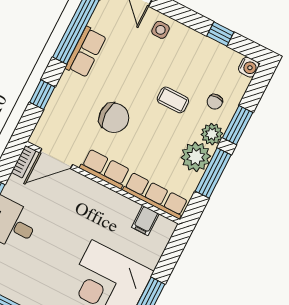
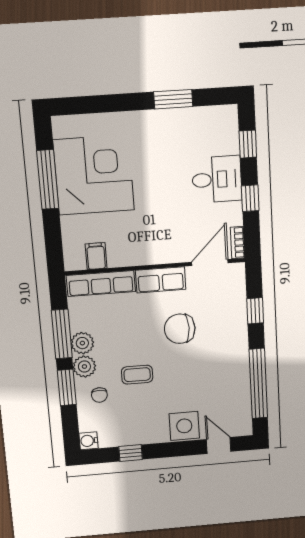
side table: (161, 30) -> (184, 426), width x1.87, depth x1.87
row of seats: (86, 52) -> (238, 369), removed
chair: (215, 102) -> (99, 395), turned 180
plant: (196, 157) -> (82, 343), width x0.73, depth x0.73

